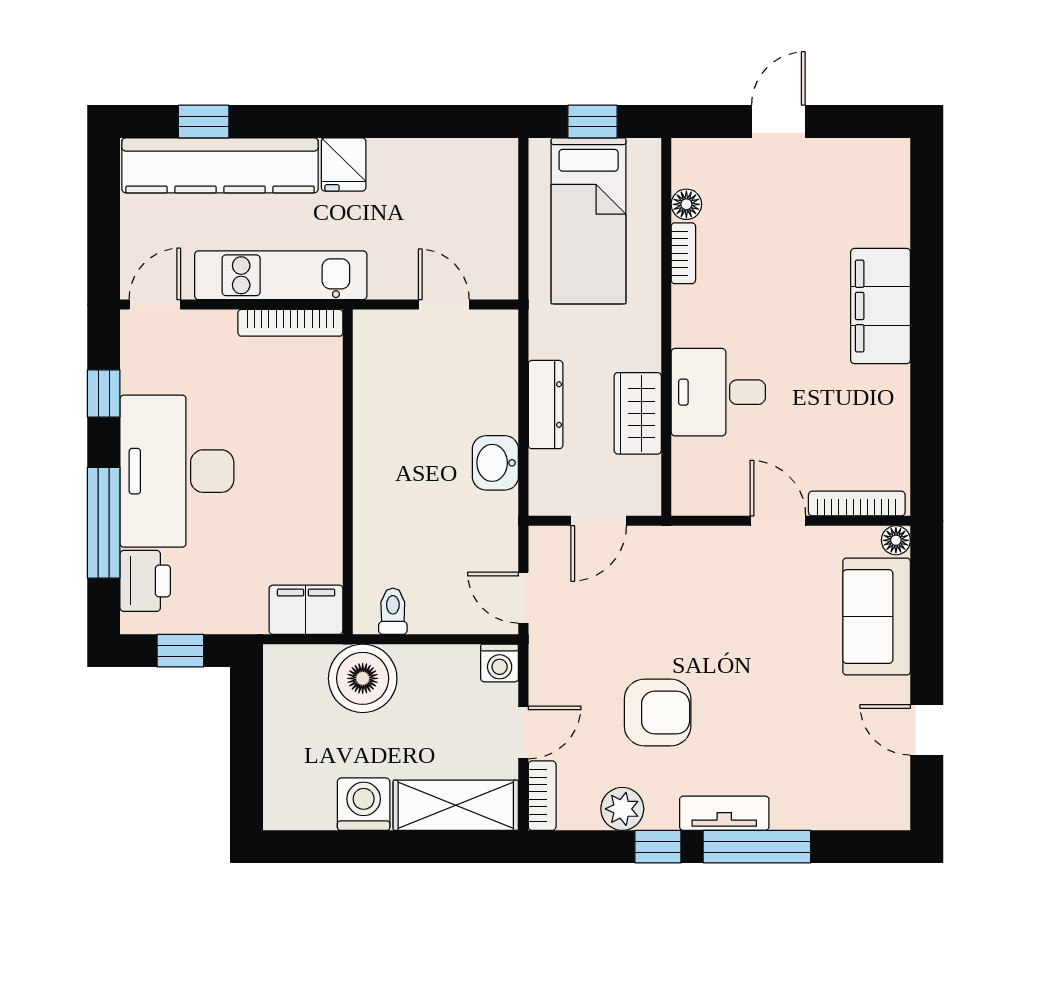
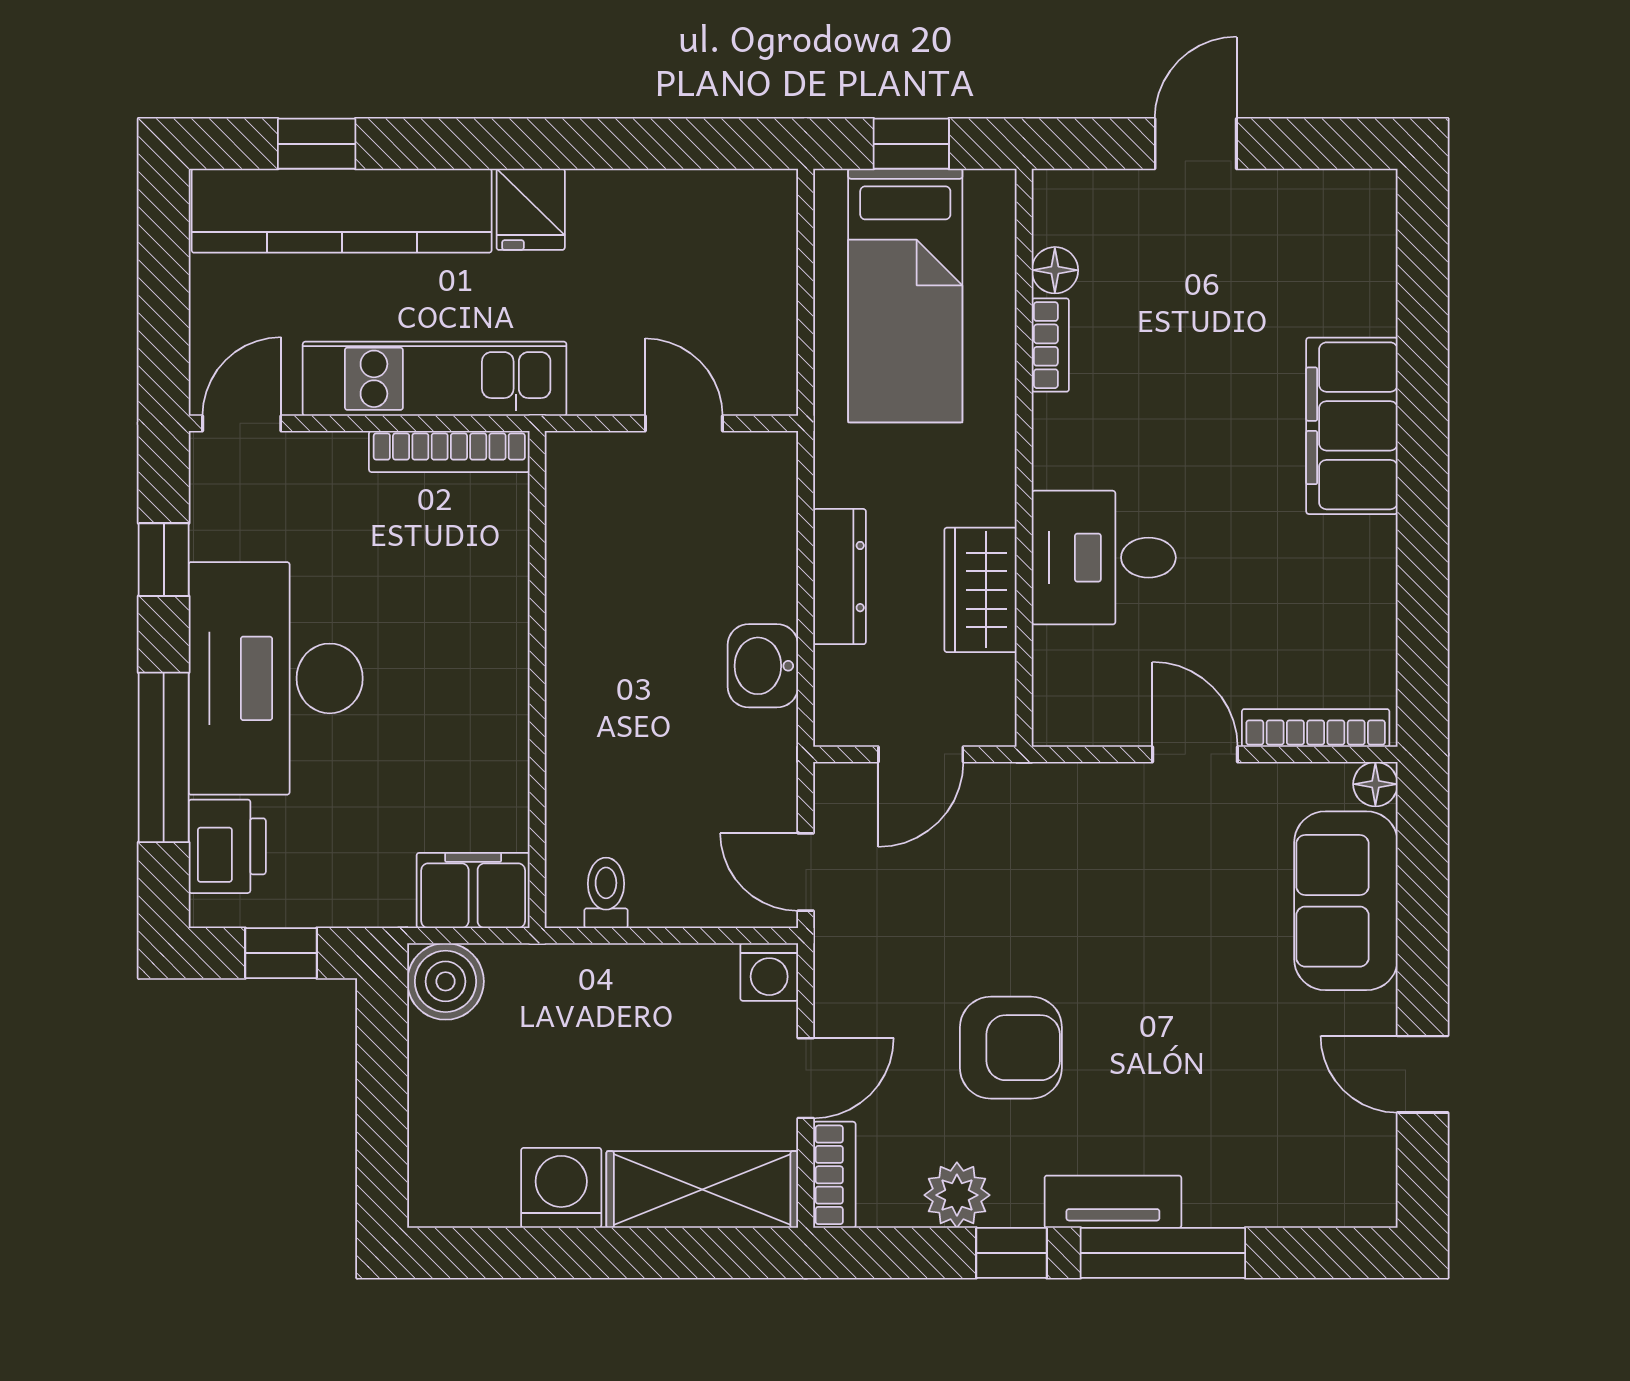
boiler: (363, 678) -> (446, 981), moved, width x0.73, depth x0.73

